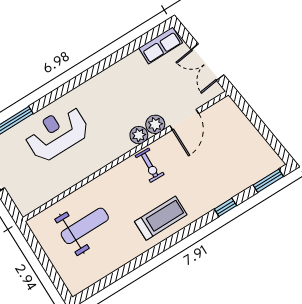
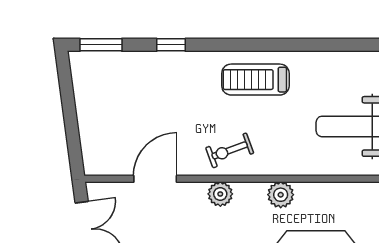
plant: (155, 124) -> (281, 195), moved
exercise bike: (150, 165) -> (230, 150), turned -112

